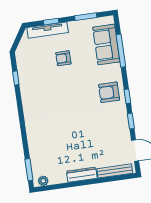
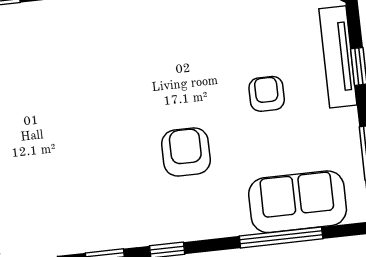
armchair: (109, 92) -> (186, 152), moved

